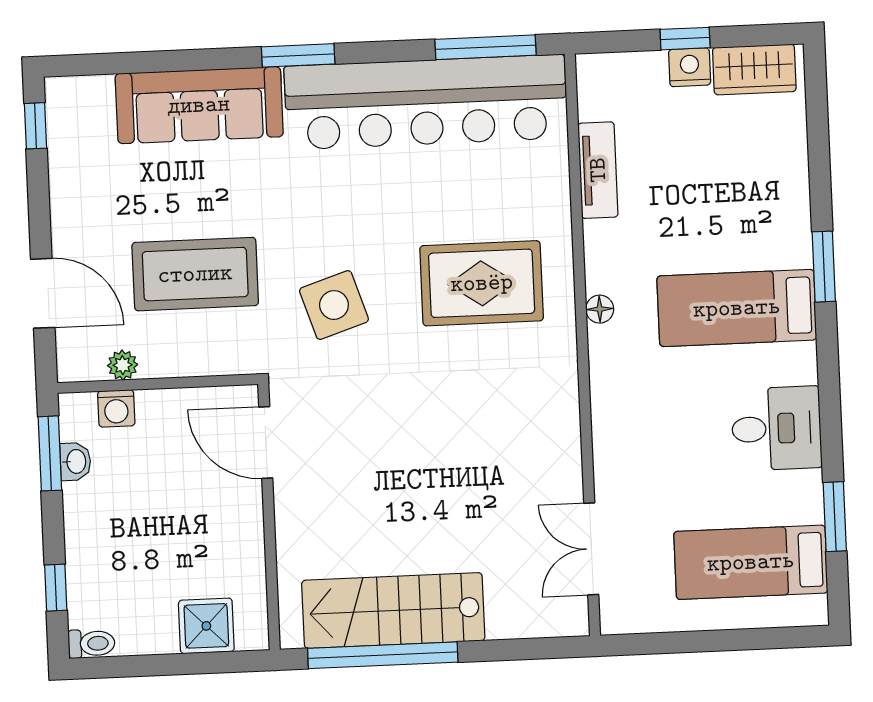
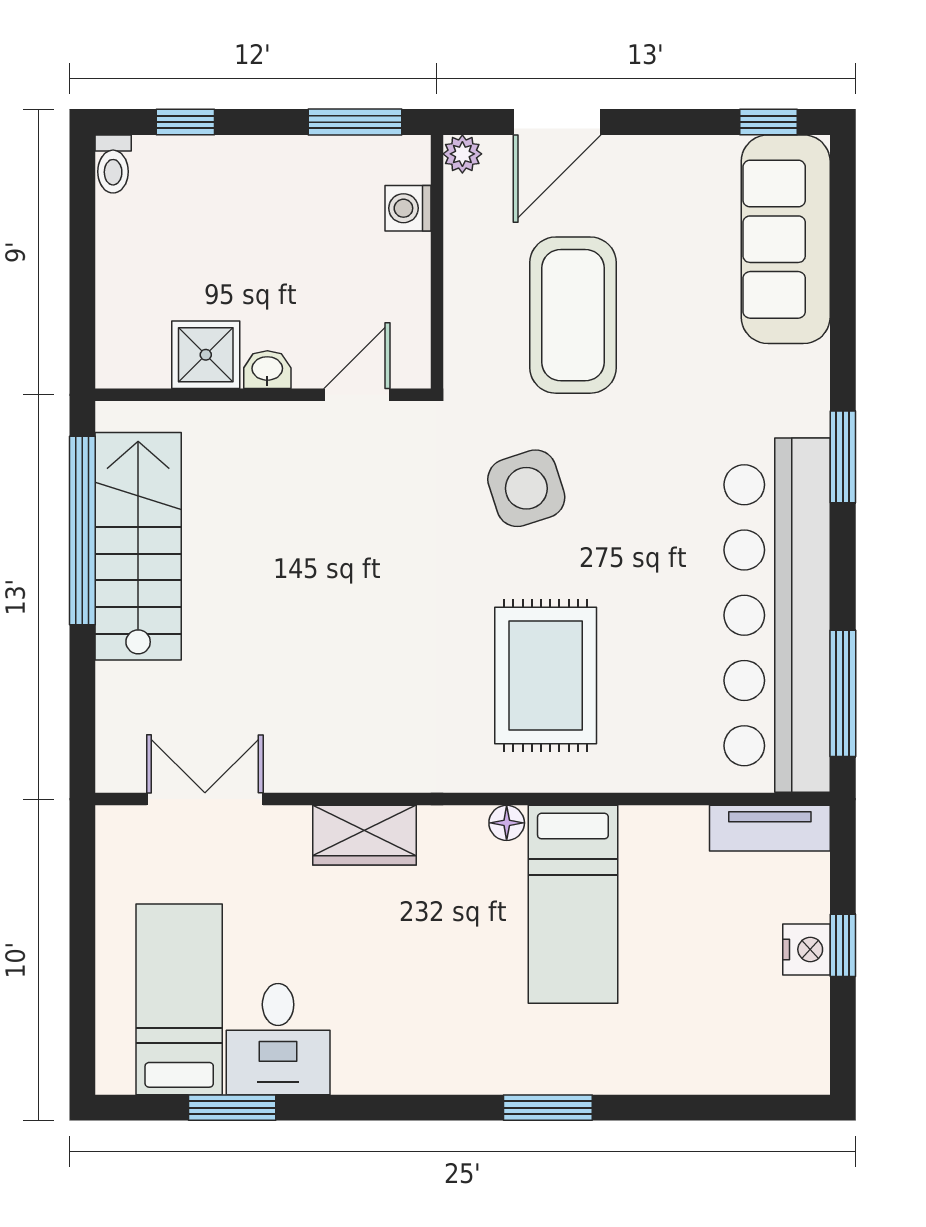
wardrobe: (754, 69) -> (364, 835), moved, turned -90
sofa: (199, 105) -> (786, 239), moved
tv unit: (598, 170) -> (770, 828), moved
bed: (737, 308) -> (573, 904), moved, turned 180
plant: (123, 365) -> (462, 154), moved
desk: (776, 428) -> (278, 1039), moved
door: (266, 443) -> (357, 395), width x0.73
washbasin: (75, 461) -> (267, 370), moved, turned 180
shower: (206, 626) -> (206, 355), moved

